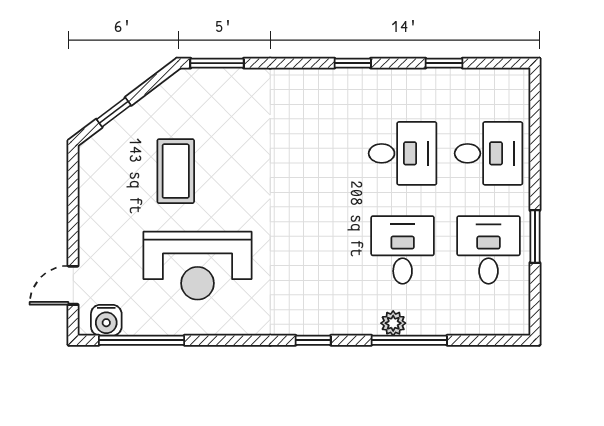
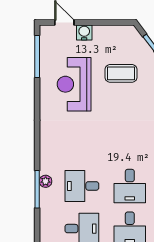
desk: (403, 250) -> (82, 186), turned 180
water cooler: (106, 320) -> (84, 32), moved, turned 90
window: (313, 340) -> (37, 142), removed

